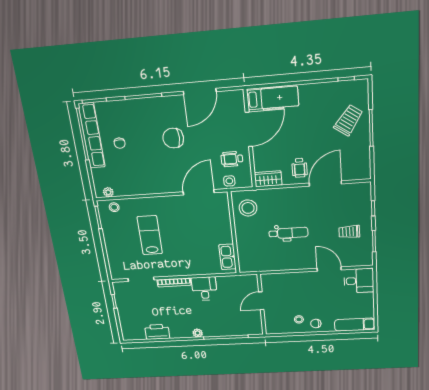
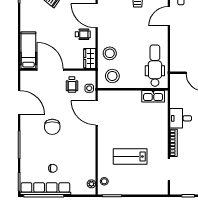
stool: (277, 203) -> (110, 53), added
dental chair: (288, 233) -> (155, 66), moved, width x1.36, depth x1.38

